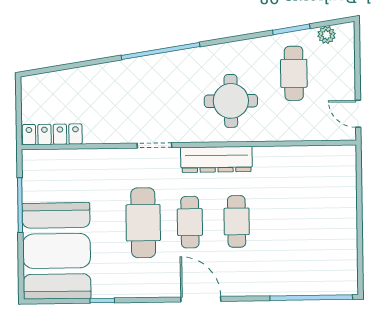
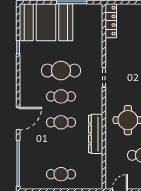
dresser: (216, 159) -> (96, 134), moved
cafe table: (330, 220) -> (61, 174), added
door: (201, 299) -> (18, 119), moved

